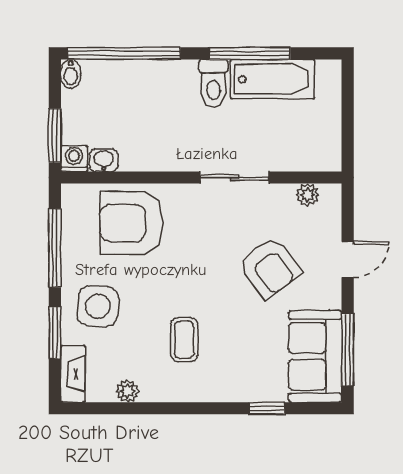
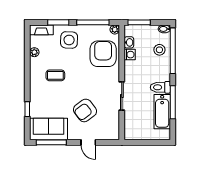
stool: (122, 86) -> (159, 50), added
washing machine: (74, 158) -> (130, 55), moved
plant: (308, 195) -> (115, 29), moved

